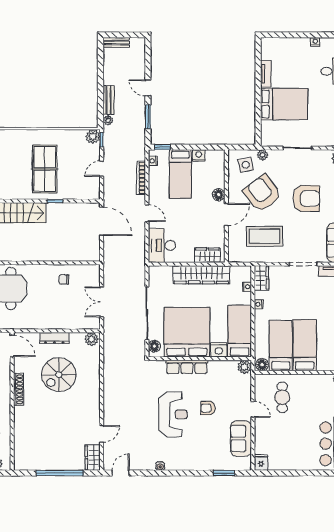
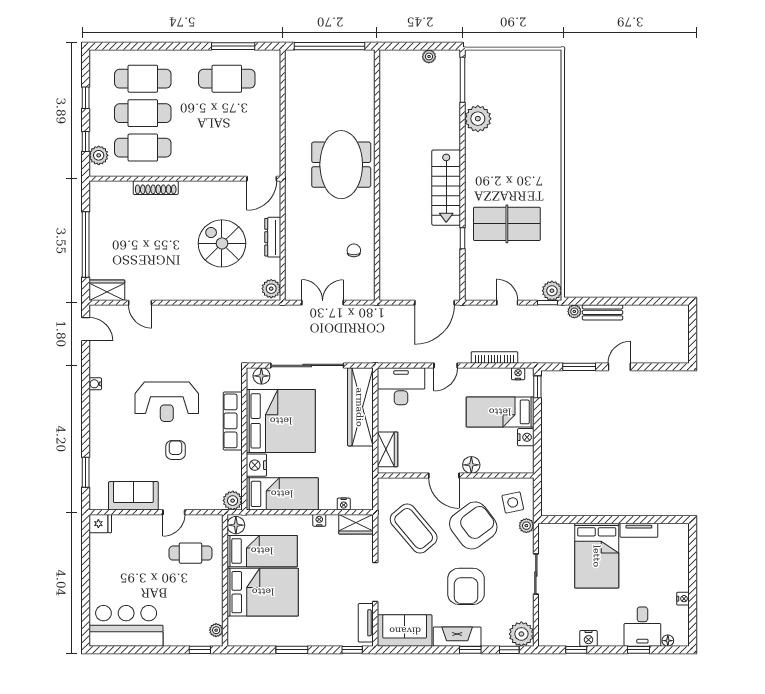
bench: (116, 42) -> (682, 323), removed
coffee table: (265, 236) -> (414, 529), turned -40
wardrobe: (201, 275) -> (360, 407), moved
bed: (305, 345) -> (263, 592), width x1.50
shoe rack: (19, 389) -> (156, 188), moved

